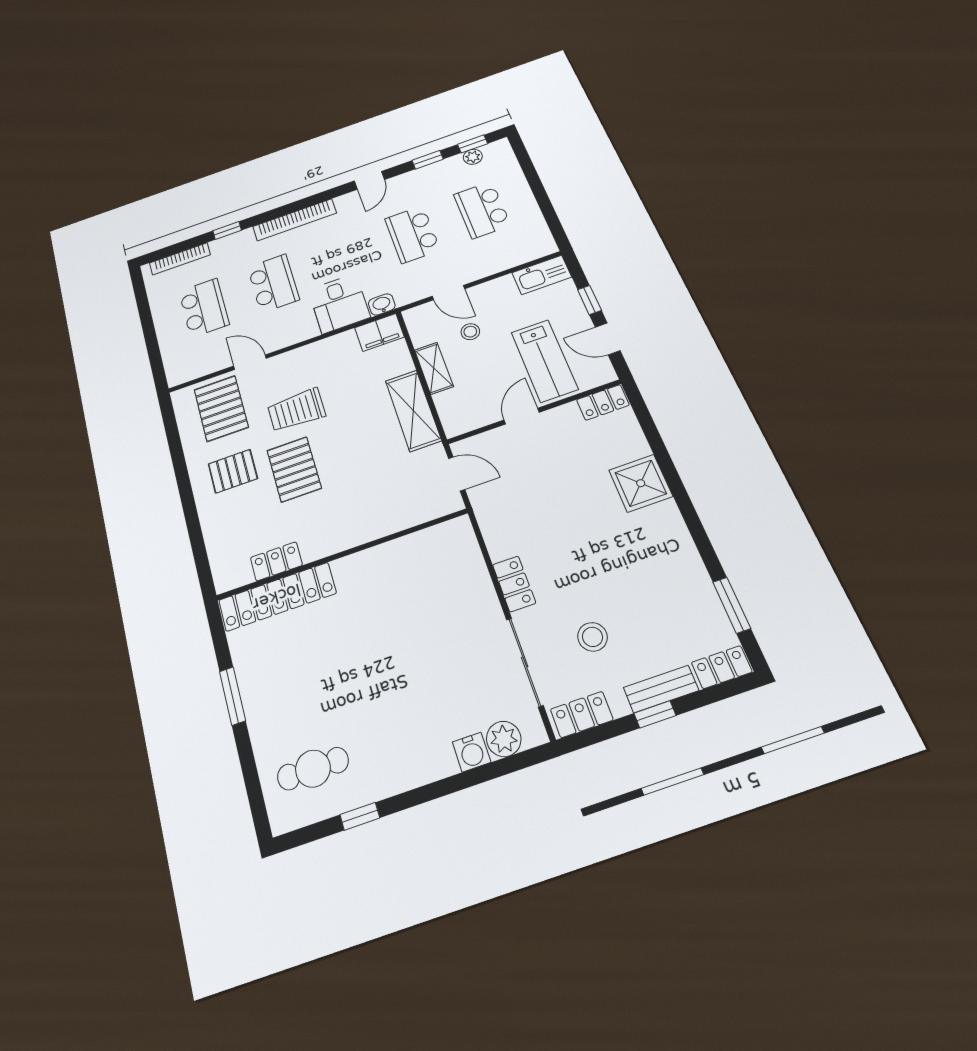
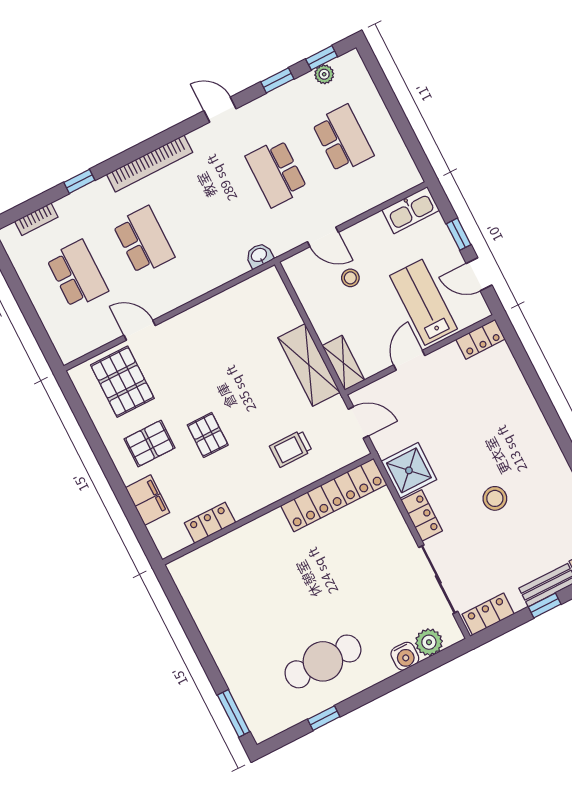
door: (369, 180) -> (220, 110), swing flipped
school desk: (482, 210) -> (343, 139), turned 180
bookcase: (180, 259) -> (36, 219), width x0.64
desk: (339, 303) -> (216, 258), removed
filing cabinet: (379, 332) -> (148, 500), moved, turned -90
lab bench: (544, 361) -> (424, 302), turned 180
shelving: (434, 368) -> (343, 363), moved
trolley: (296, 410) -> (291, 449), moved, width x0.73, depth x0.72
pallet: (294, 469) -> (208, 435), width x0.67, depth x0.71
shower: (641, 483) -> (409, 470), moved
locker: (277, 597) -> (334, 495), moved
stool: (593, 637) -> (495, 498), moved
window: (232, 696) -> (234, 713), moved
cafe table: (313, 769) -> (323, 661), moved, width x1.37, depth x1.35

